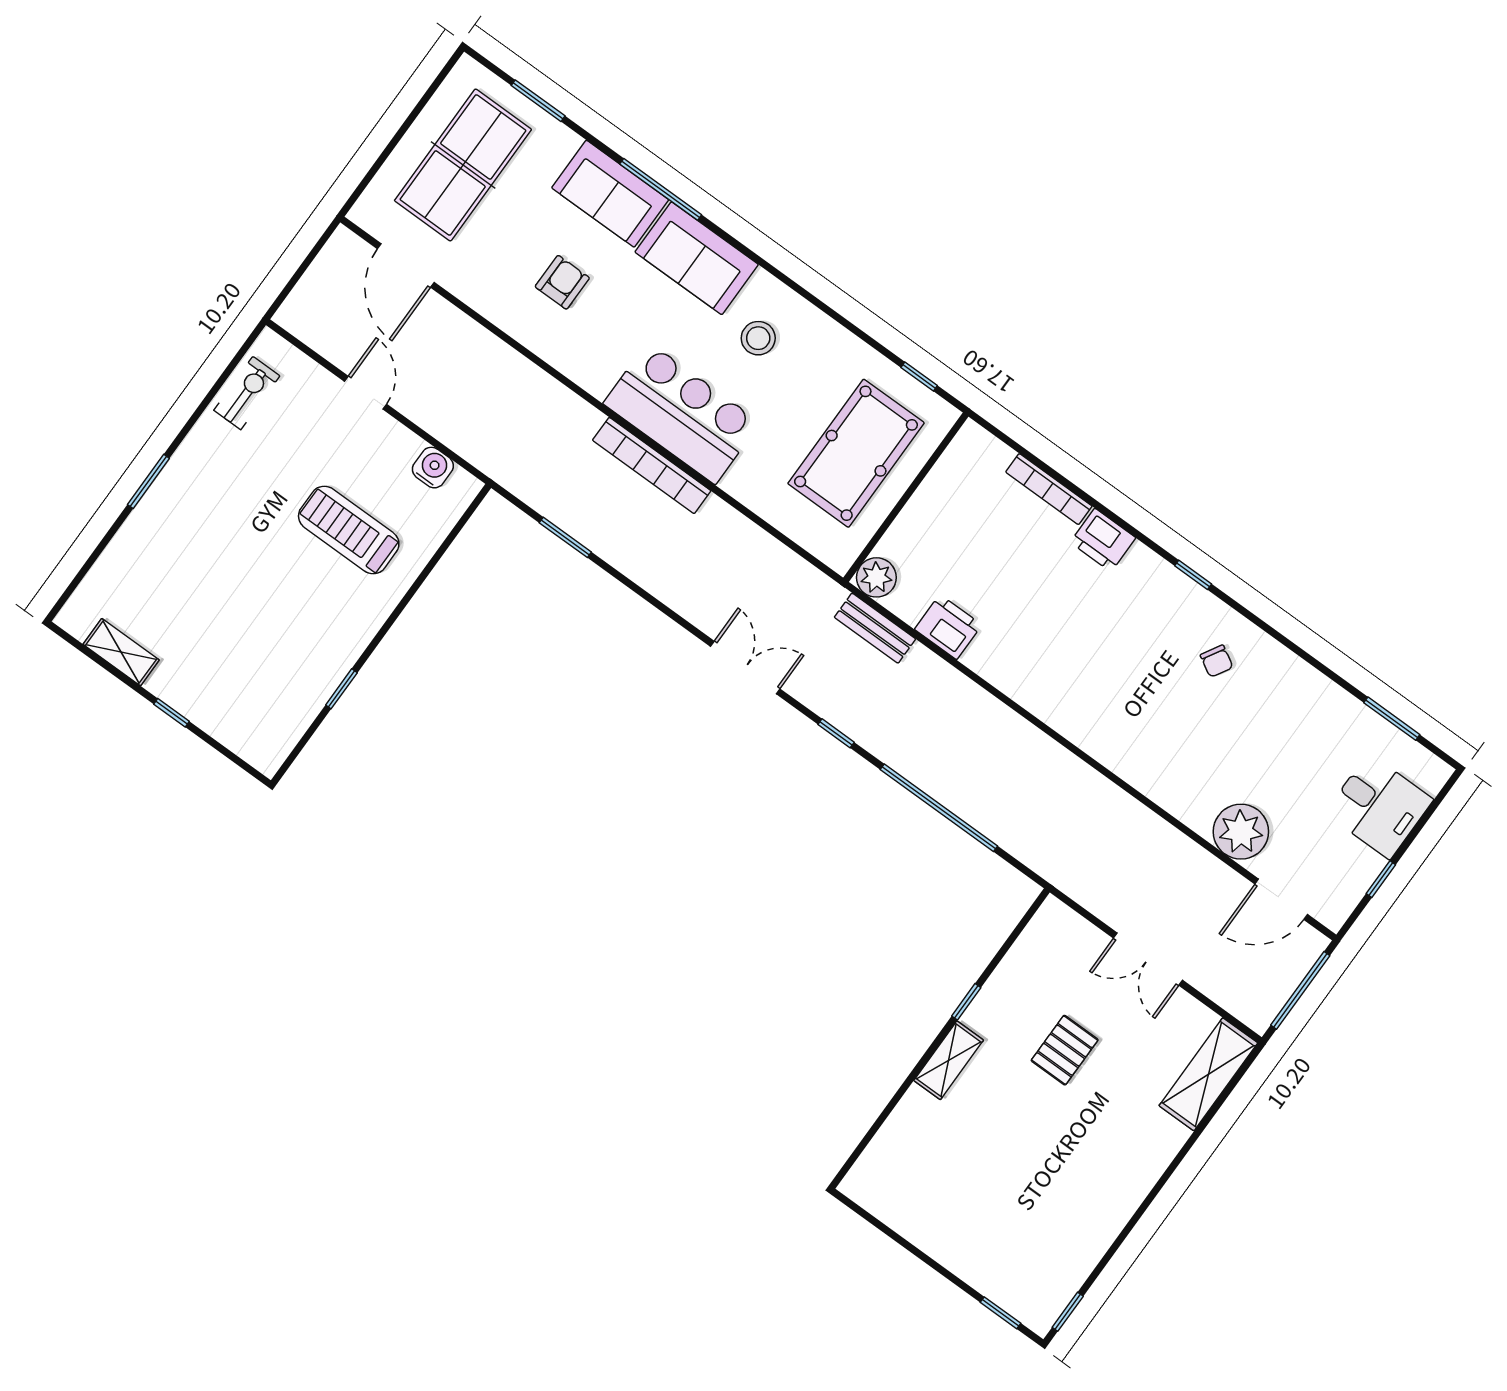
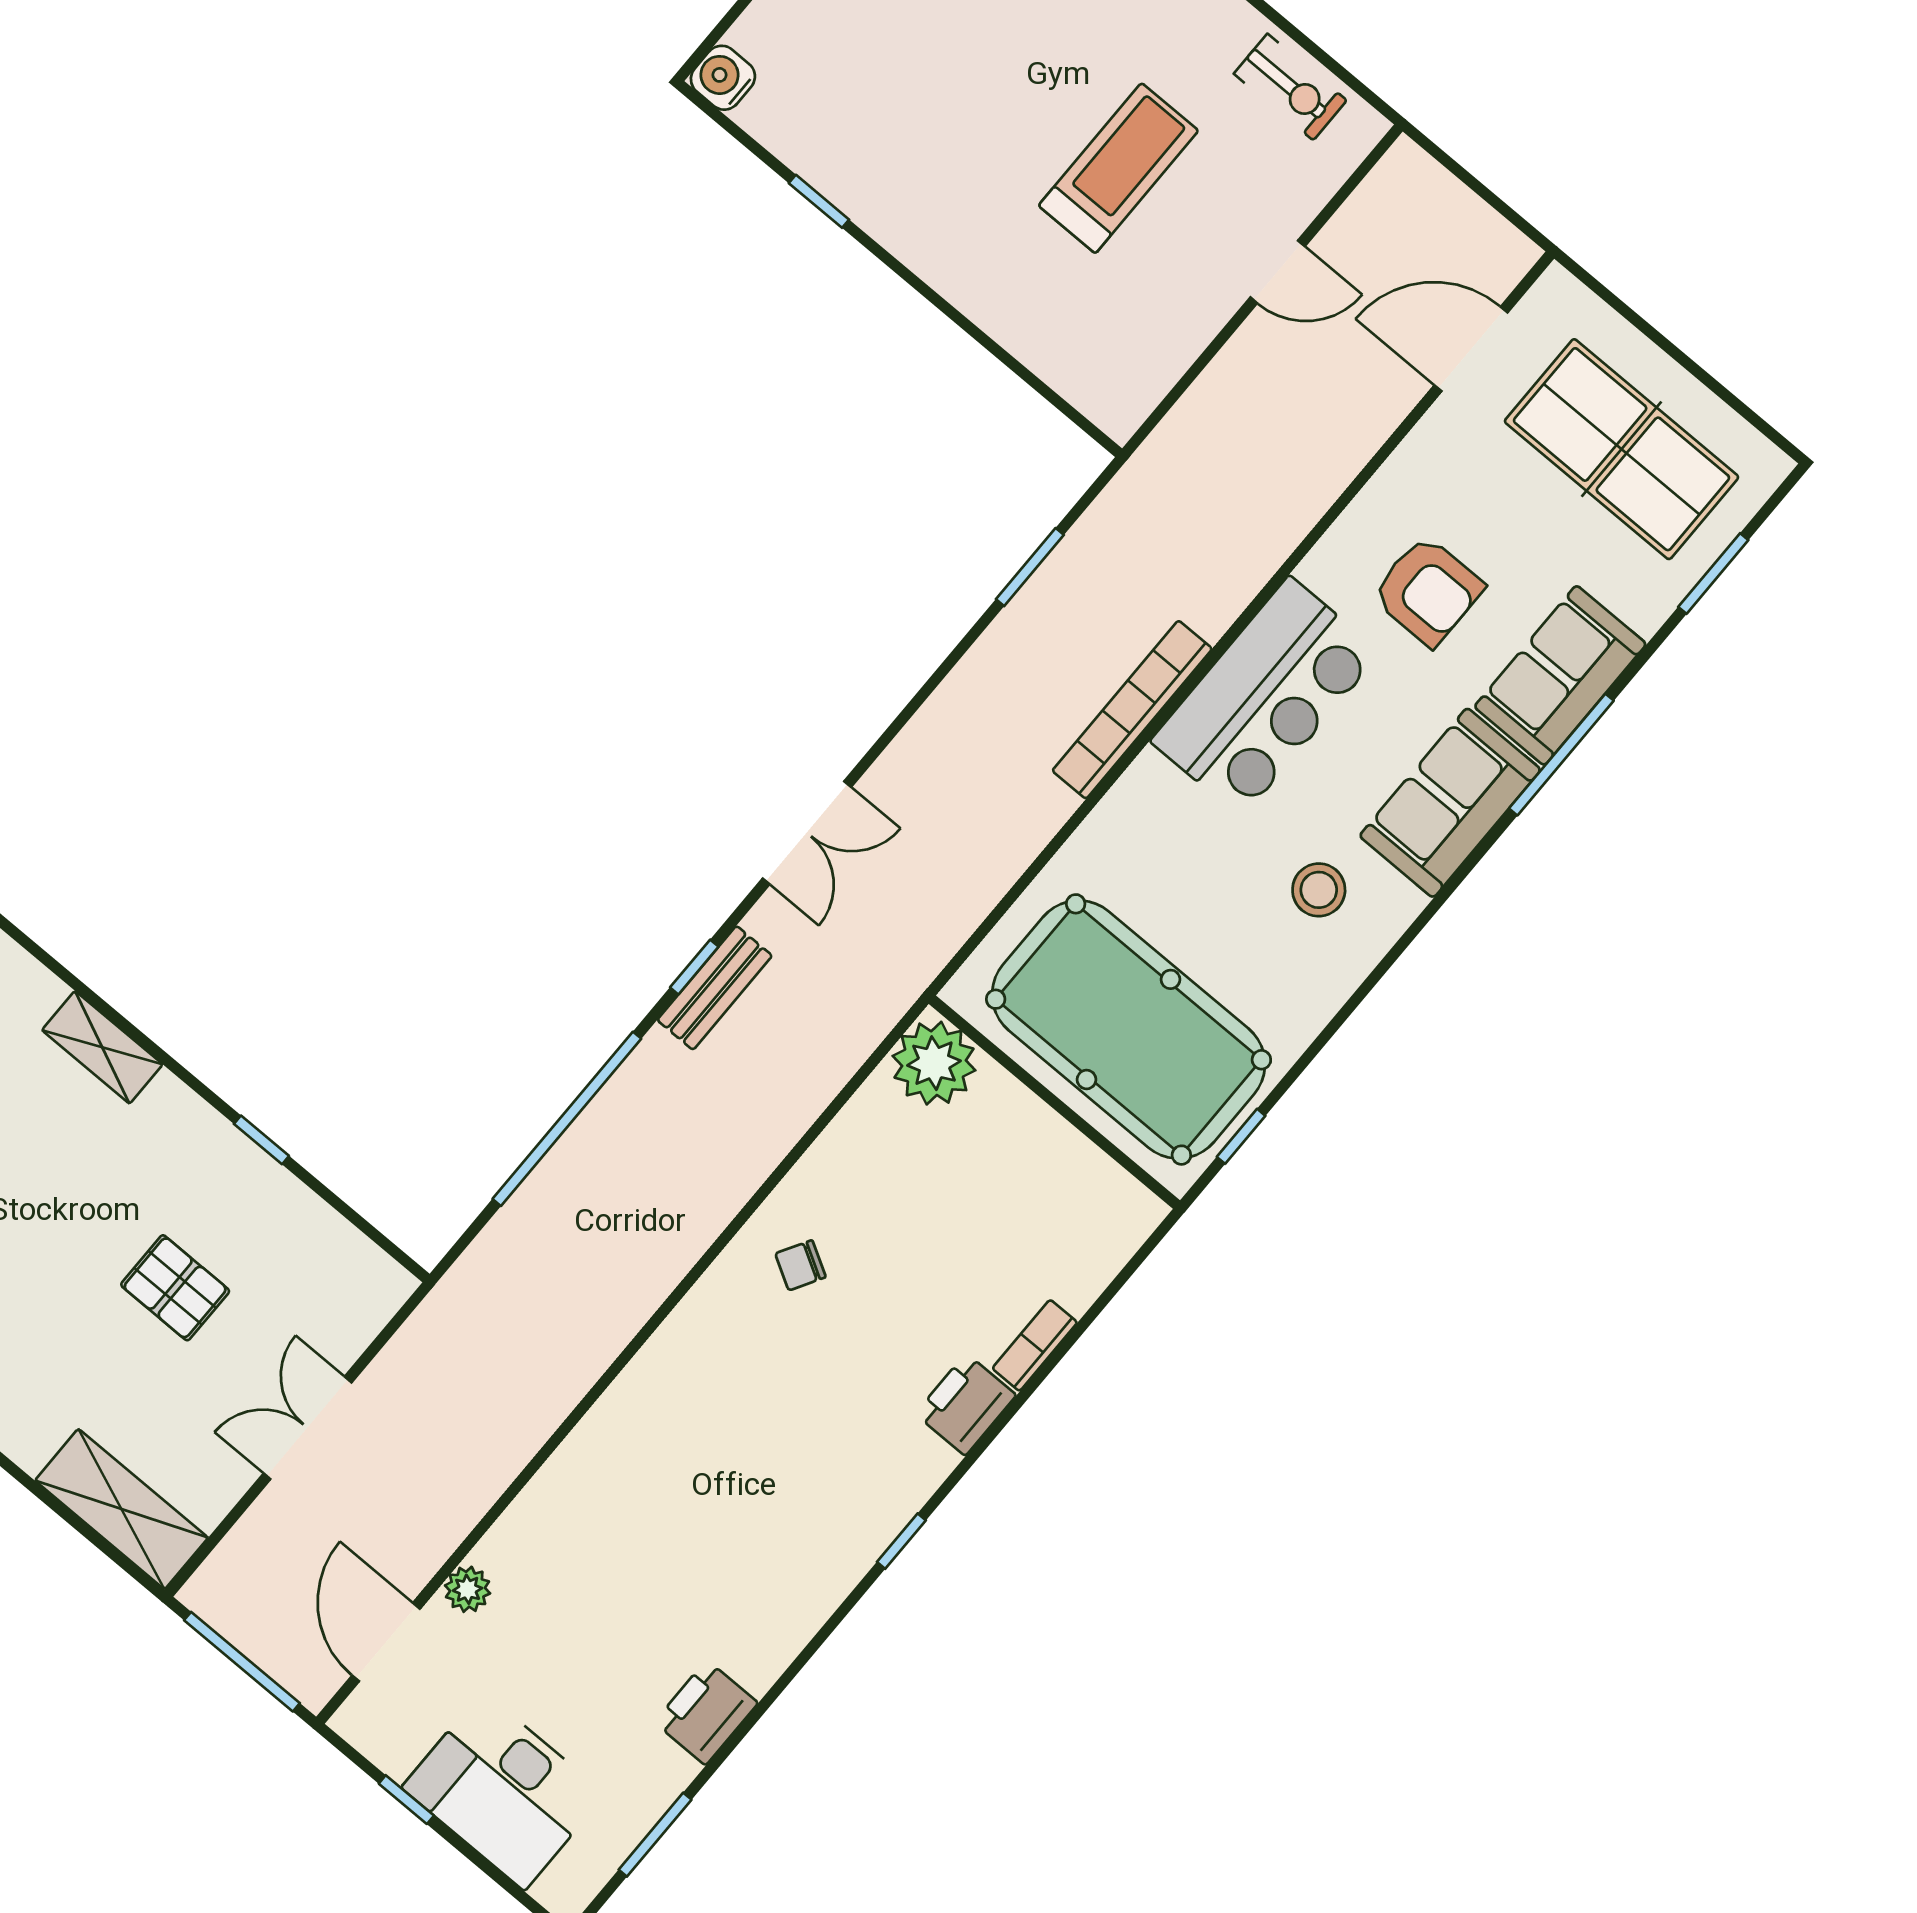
armchair: (562, 282) -> (1428, 591), width x1.38, depth x1.38
bar counter: (682, 413) -> (1265, 697), moved
pool table: (856, 453) -> (1129, 1029), width x1.36, depth x1.32
water cooler: (433, 468) -> (723, 78), moved, turned 180
bookcase: (1049, 489) -> (1035, 1345), width x0.64
treadmill: (349, 530) -> (1118, 168), moved
plant: (876, 577) -> (934, 1063), width x1.36, depth x1.36
printer: (948, 627) -> (706, 1712), moved, turned 180
bench: (875, 628) -> (715, 988), moved
chair: (1217, 661) -> (800, 1265), moved
desk: (1379, 806) -> (503, 1791), width x1.37
plant: (1241, 832) -> (468, 1589), width x0.53, depth x0.53
shelving: (949, 1060) -> (102, 1047), moved

